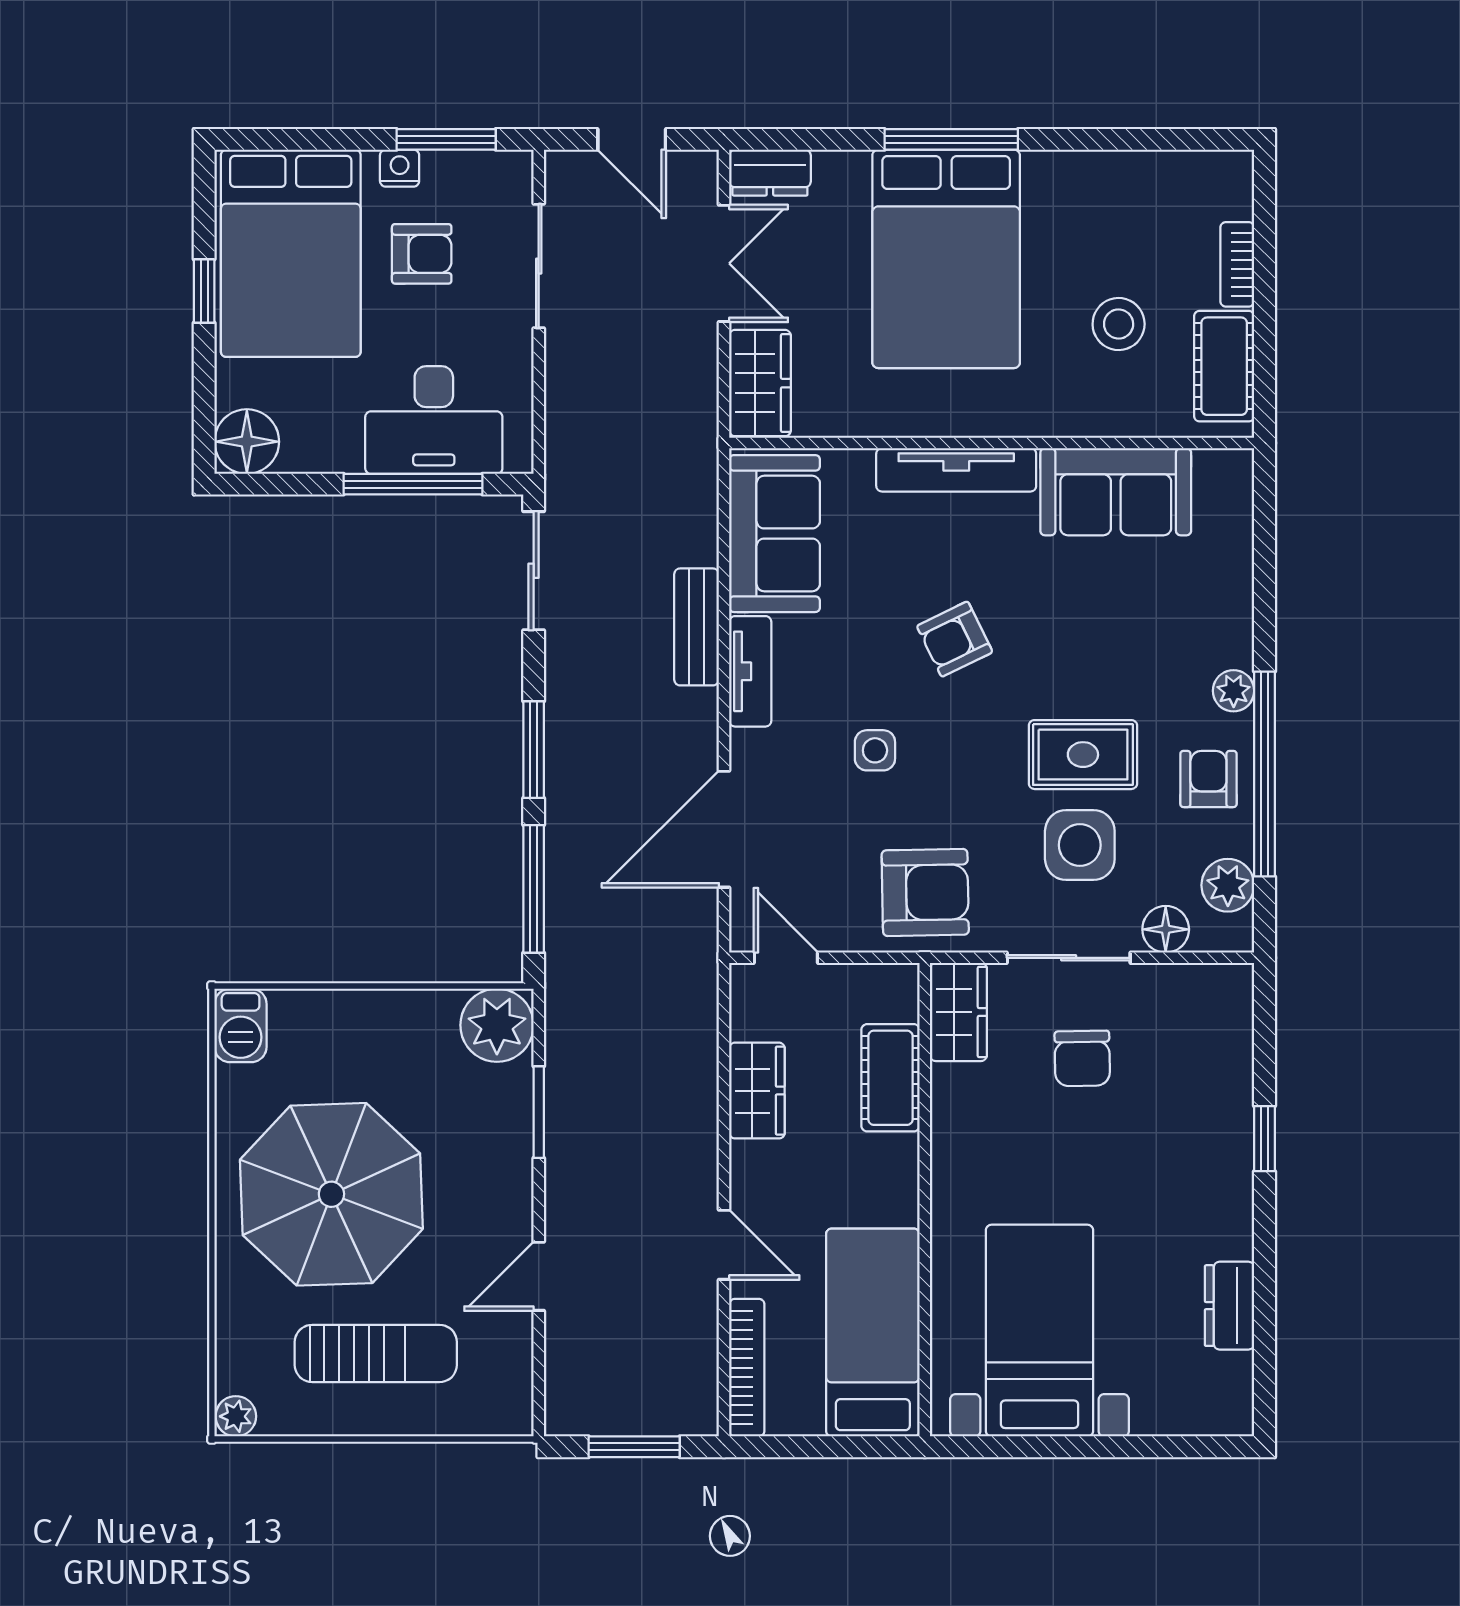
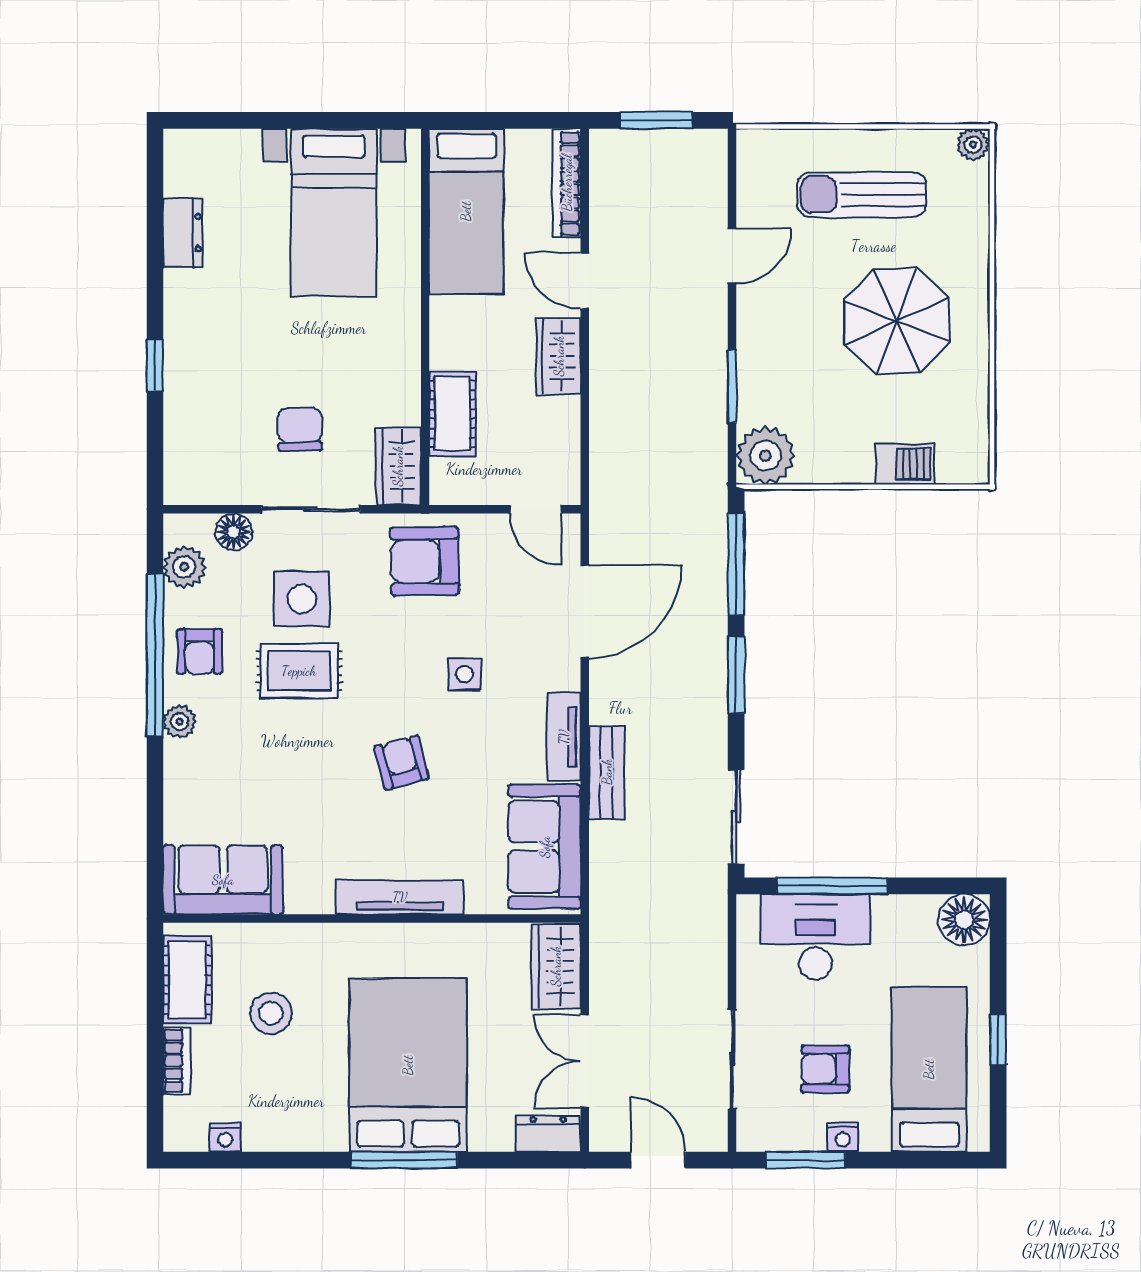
nightstand: (1176, 168) -> (225, 1137), added
bed: (291, 253) -> (929, 1069), width x0.67
sofa: (1116, 492) -> (223, 880), moved
armchair: (955, 639) -> (401, 763), turned -79
barbecue: (241, 1025) -> (905, 464), moved, turned 90
wardrobe: (757, 1091) -> (559, 356), moved
parasol: (331, 1194) -> (897, 321), width x0.73, depth x0.73

